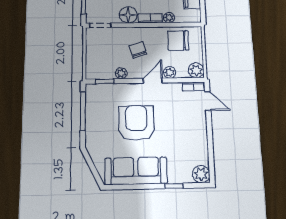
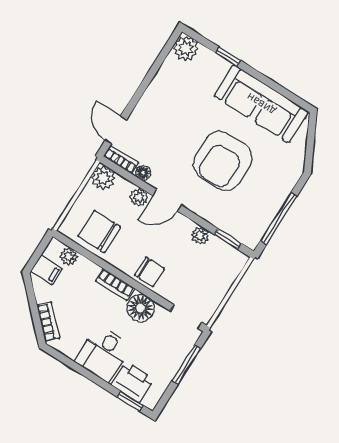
plant: (169, 18) -> (69, 256), moved
chair: (178, 40) -> (99, 232), turned 180
chair: (138, 50) -> (149, 272), moved, turned -73
floor lamp: (176, 87) -> (143, 173), added

